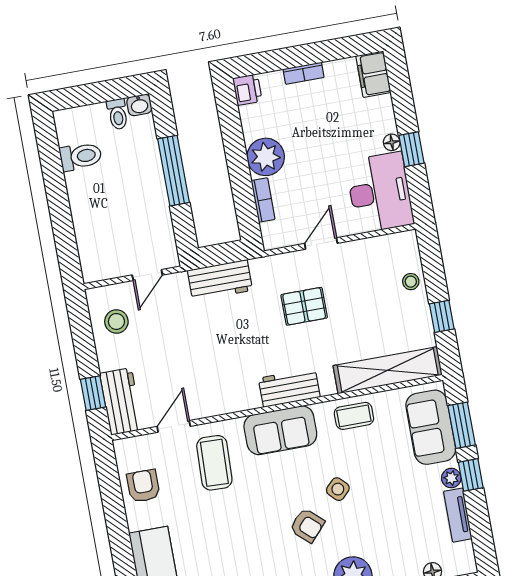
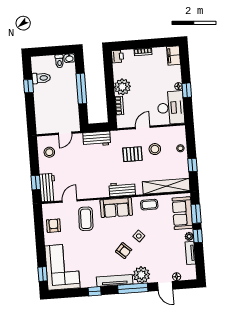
window: (54, 178) -> (28, 86), added
stool: (353, 289) -> (155, 149), added

